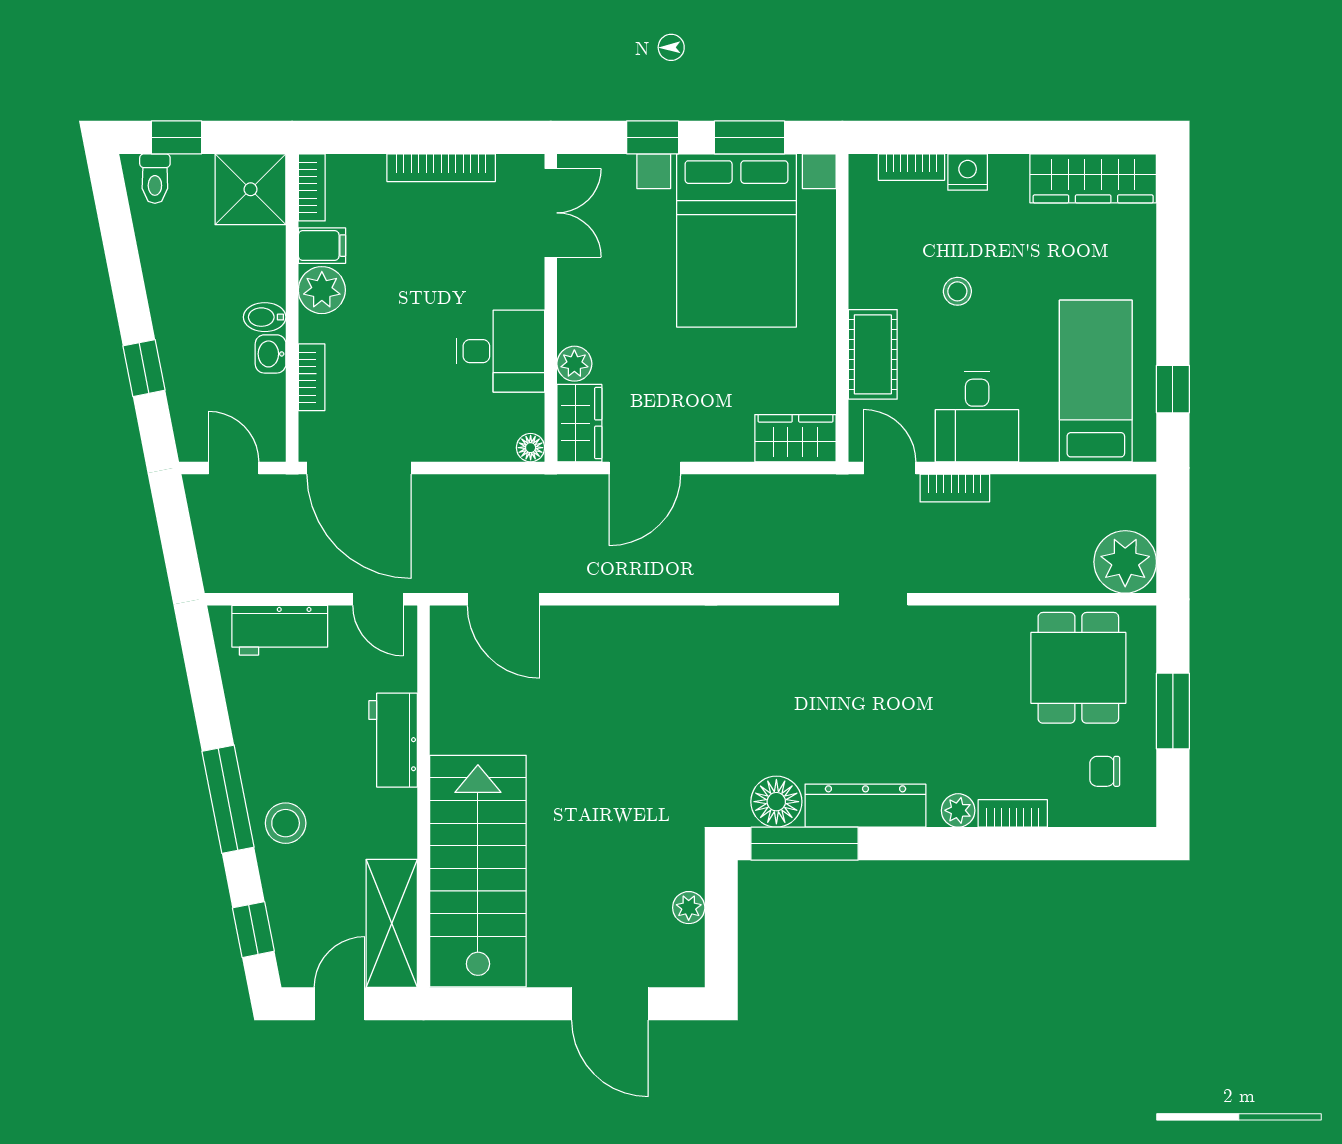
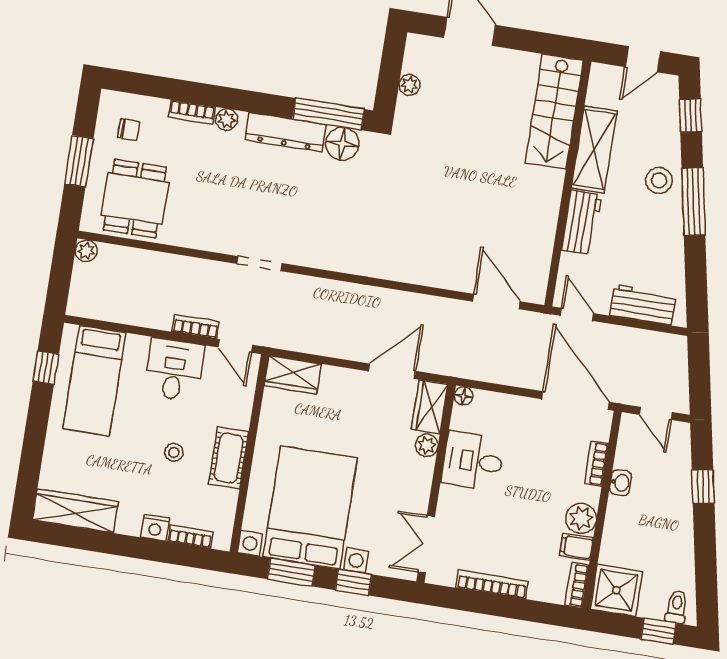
bidet: (265, 317) -> (620, 507), removed
cot: (873, 354) -> (229, 458), moved
plant: (1125, 562) -> (86, 251), width x0.53, depth x0.53
stairs: (478, 871) -> (554, 112), width x0.73, depth x0.66
shelving: (392, 923) -> (594, 150), moved

